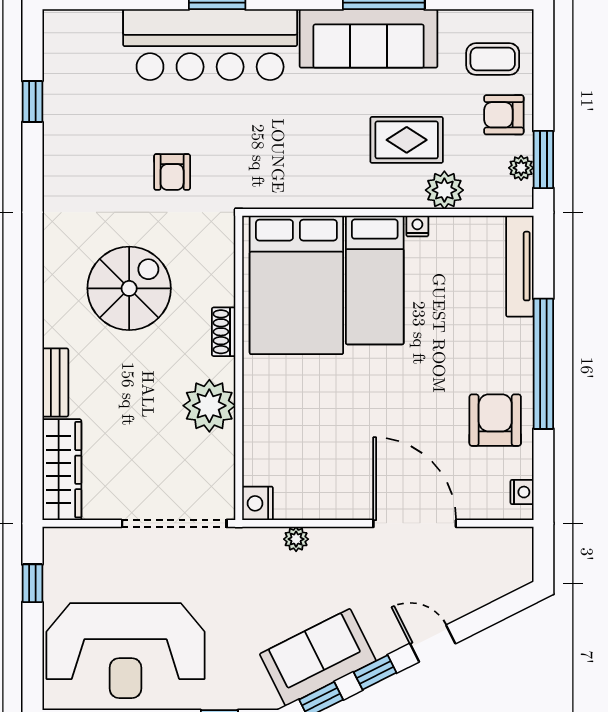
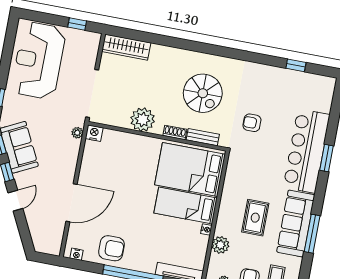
rug: (407, 140) -> (255, 218), moved
bench: (55, 382) -> (203, 137), moved
plant: (296, 539) -> (77, 133), moved

